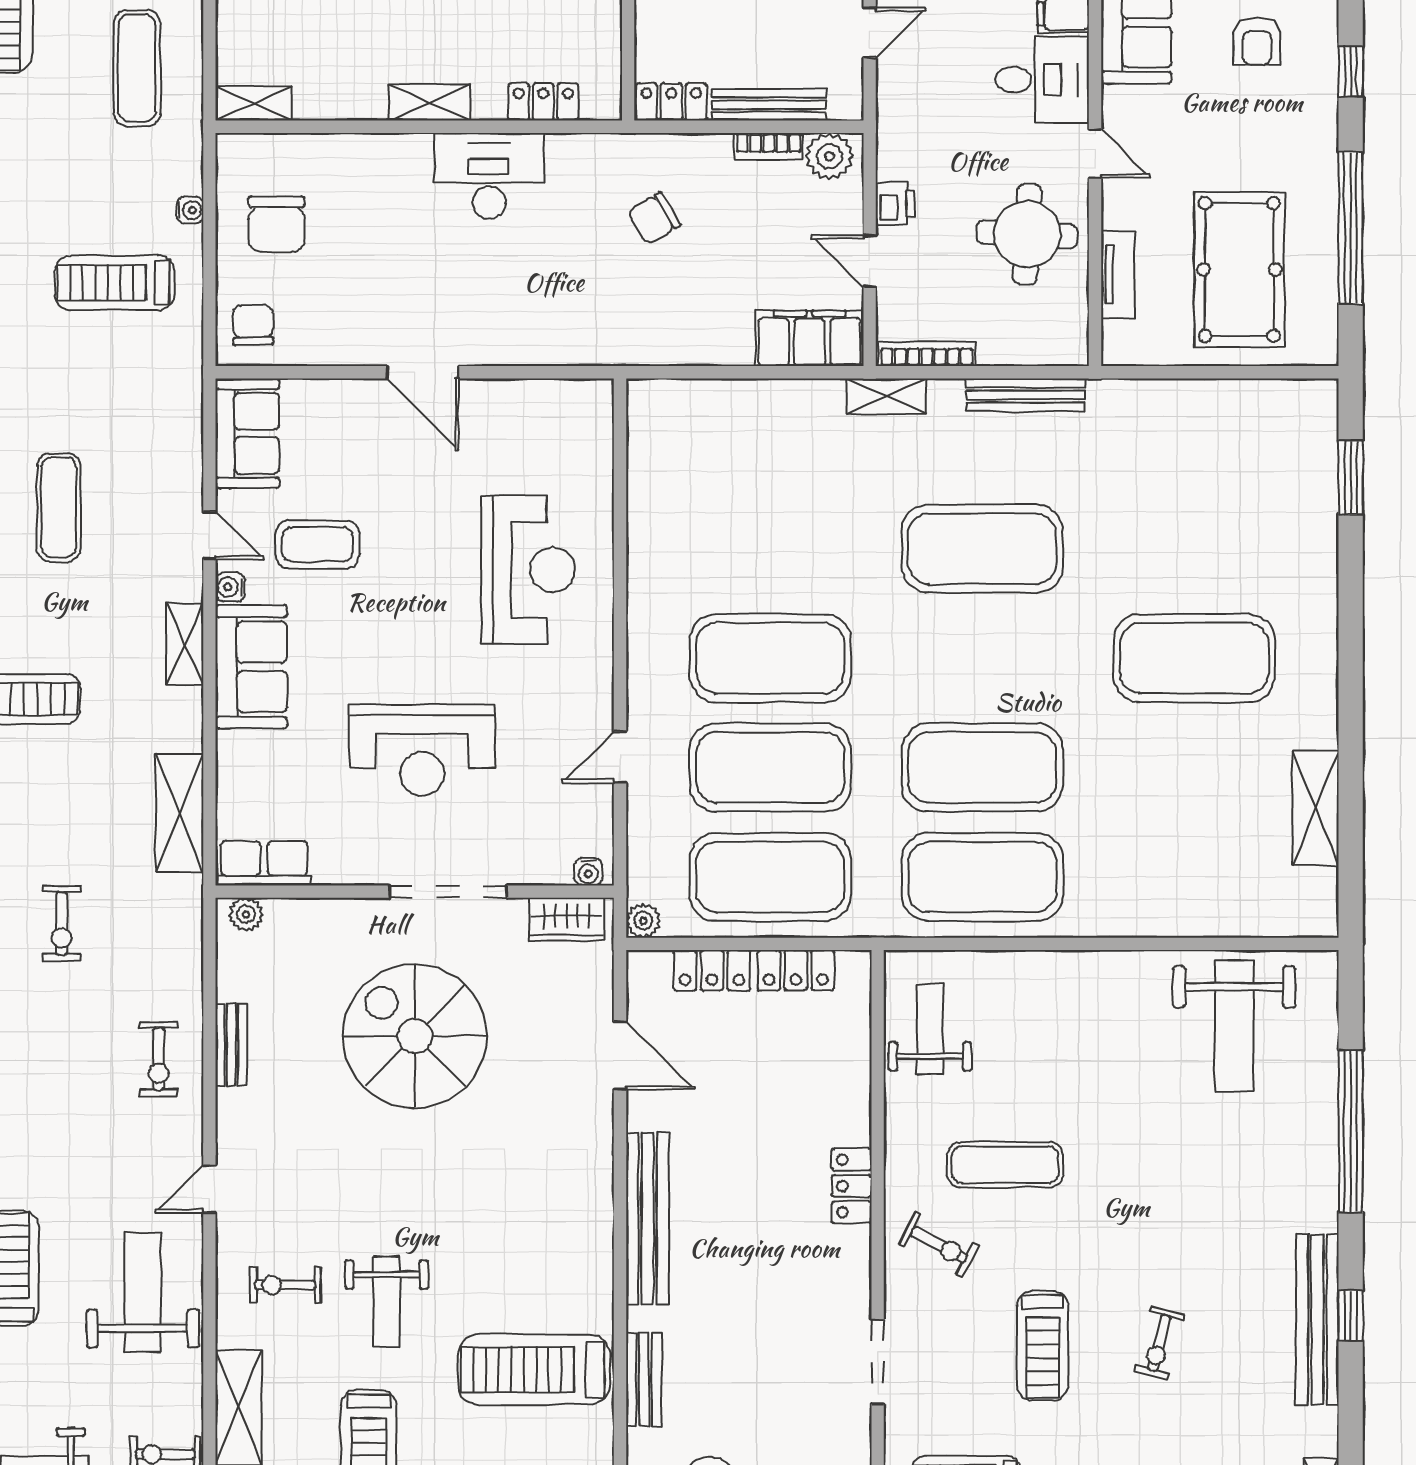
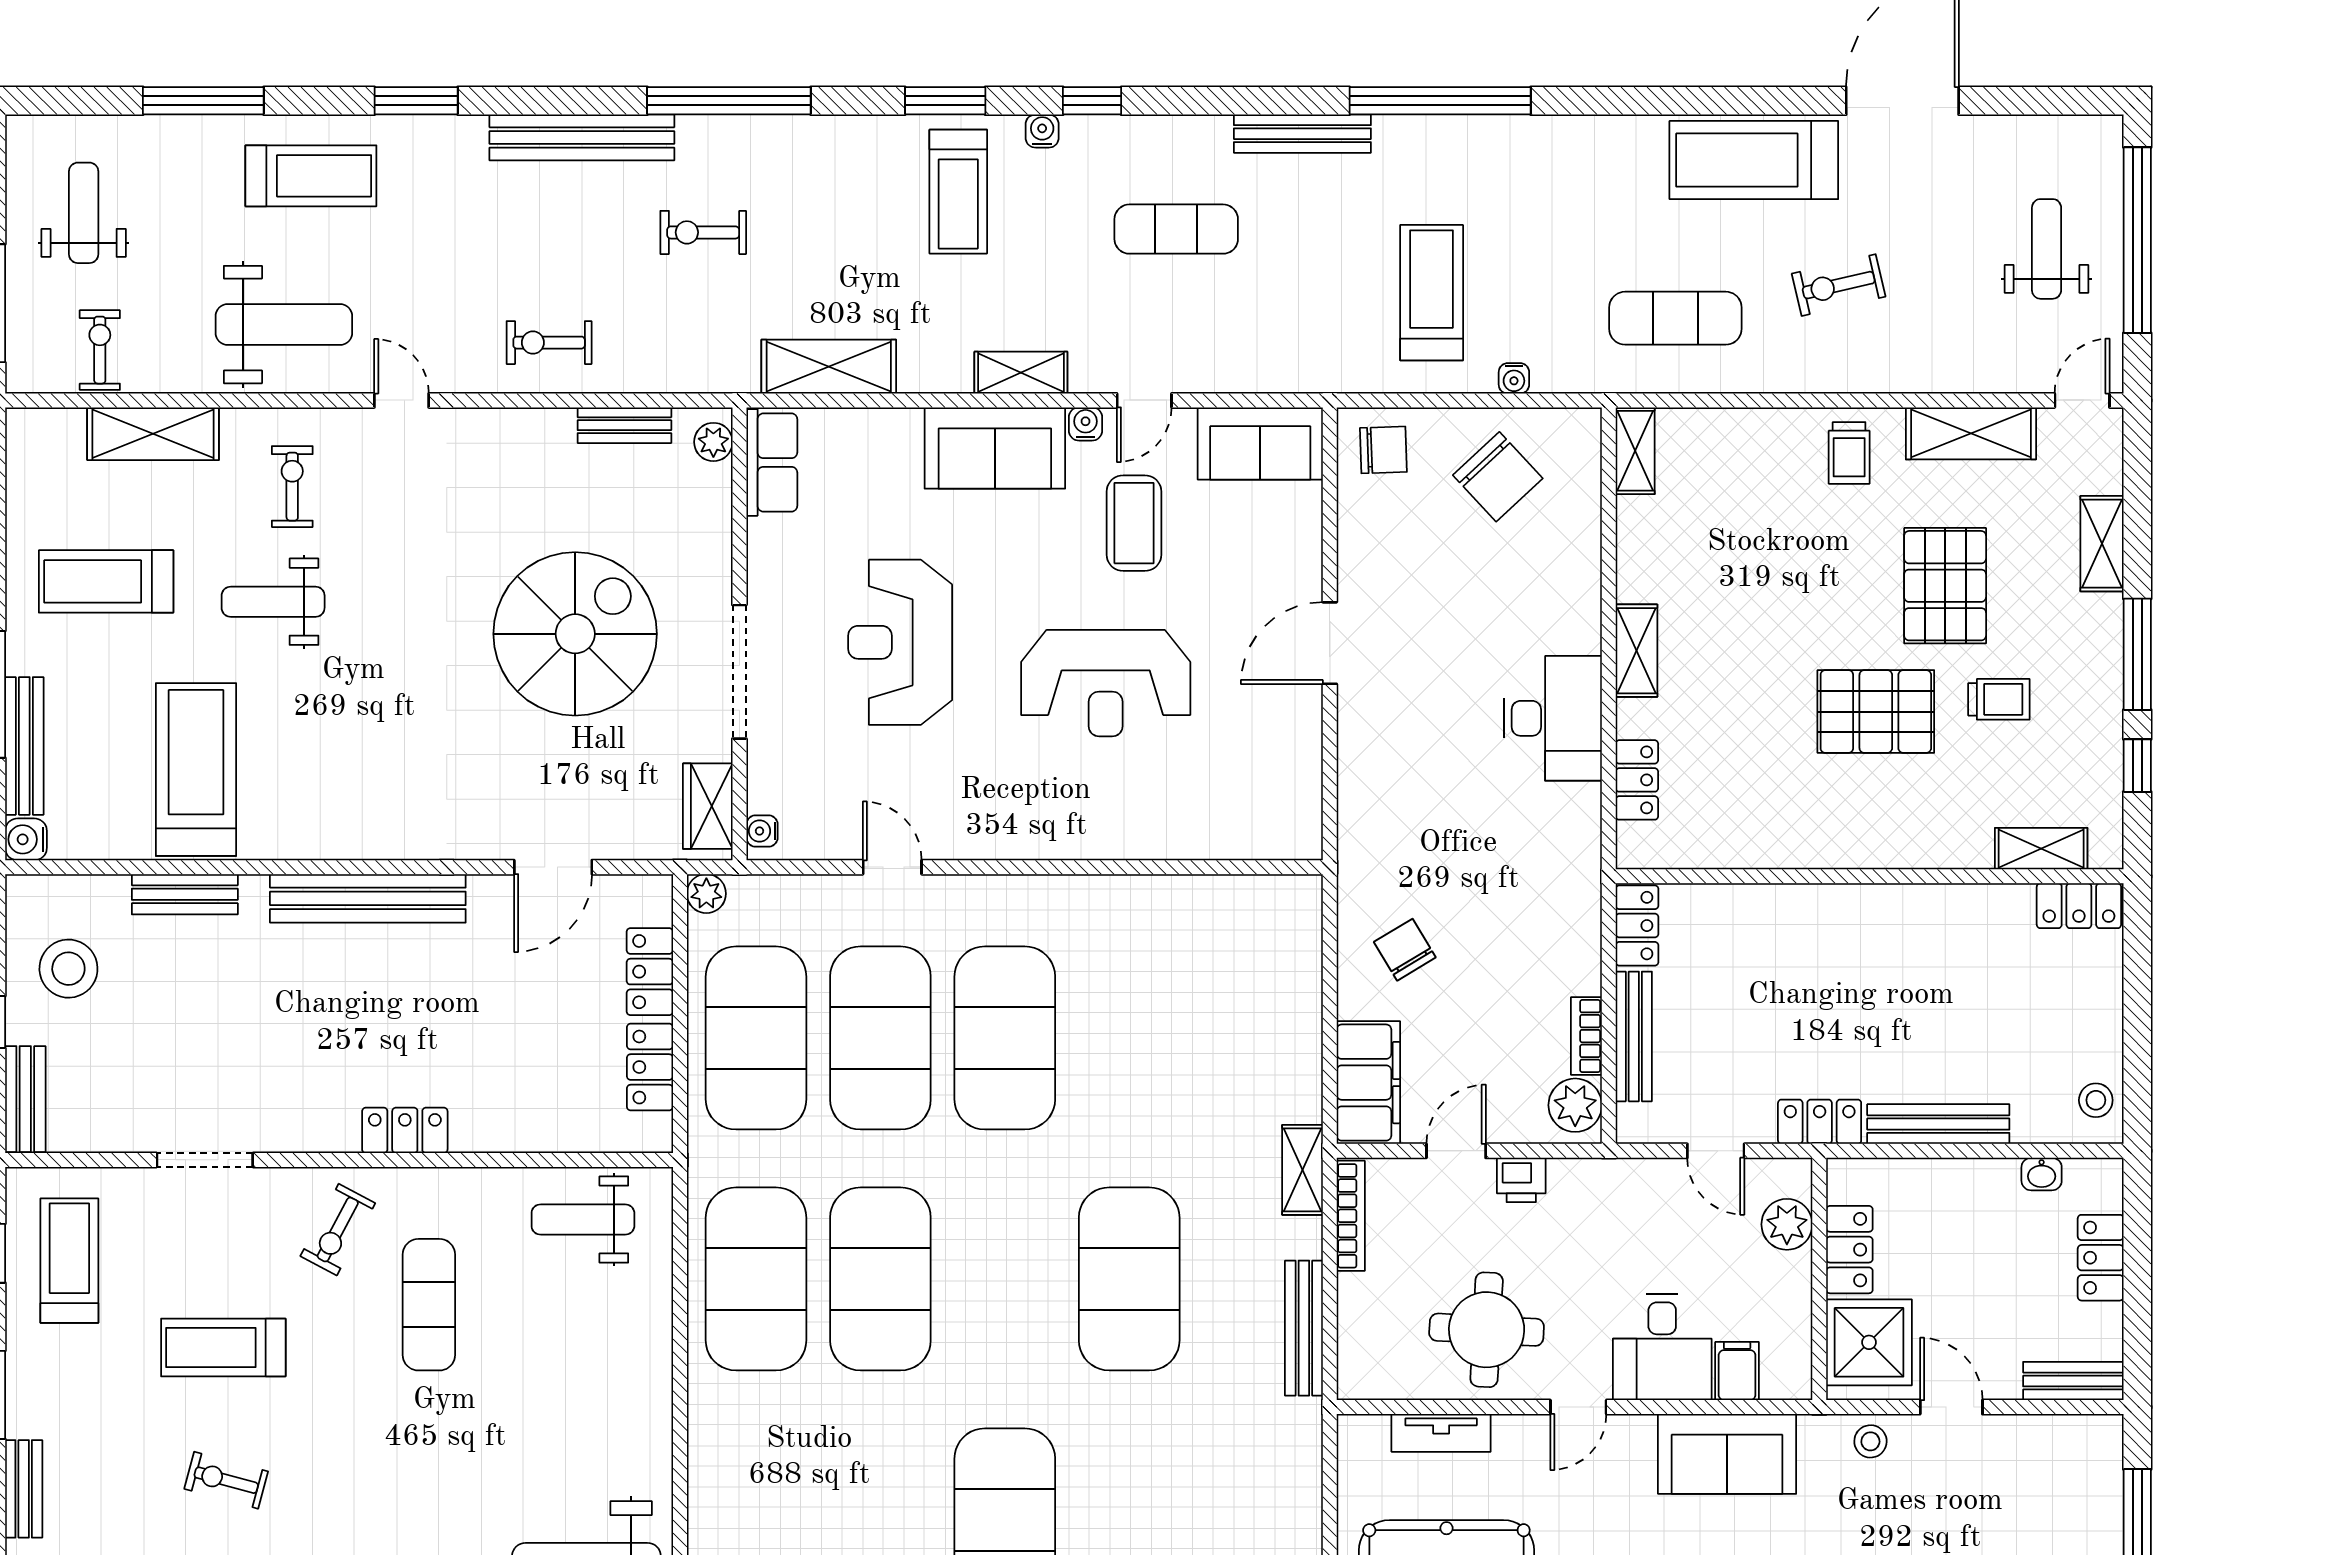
chair: (654, 218) -> (1405, 950), moved
chair: (277, 224) -> (1498, 477), turned -133
reception desk: (528, 570) -> (1106, 683), moved
weight bench: (930, 1029) -> (583, 1220), turned 180
bench: (231, 1045) -> (624, 425), moved

